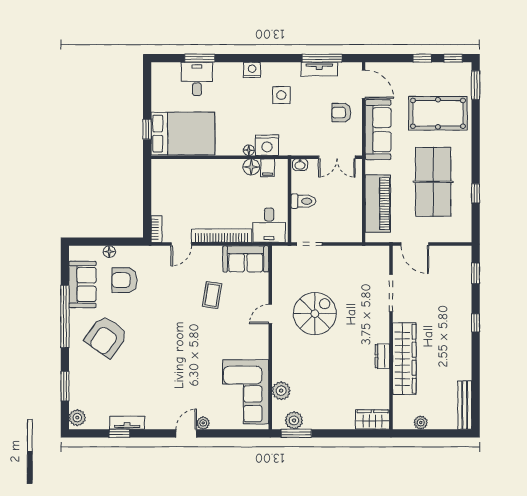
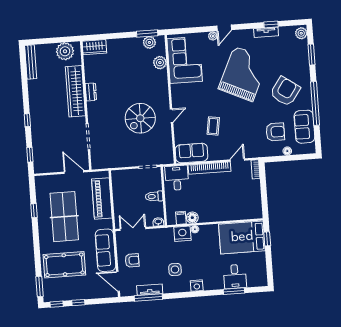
grand piano: (164, 366) -> (243, 74), added
plant: (421, 423) -> (65, 51), width x1.87, depth x1.87

